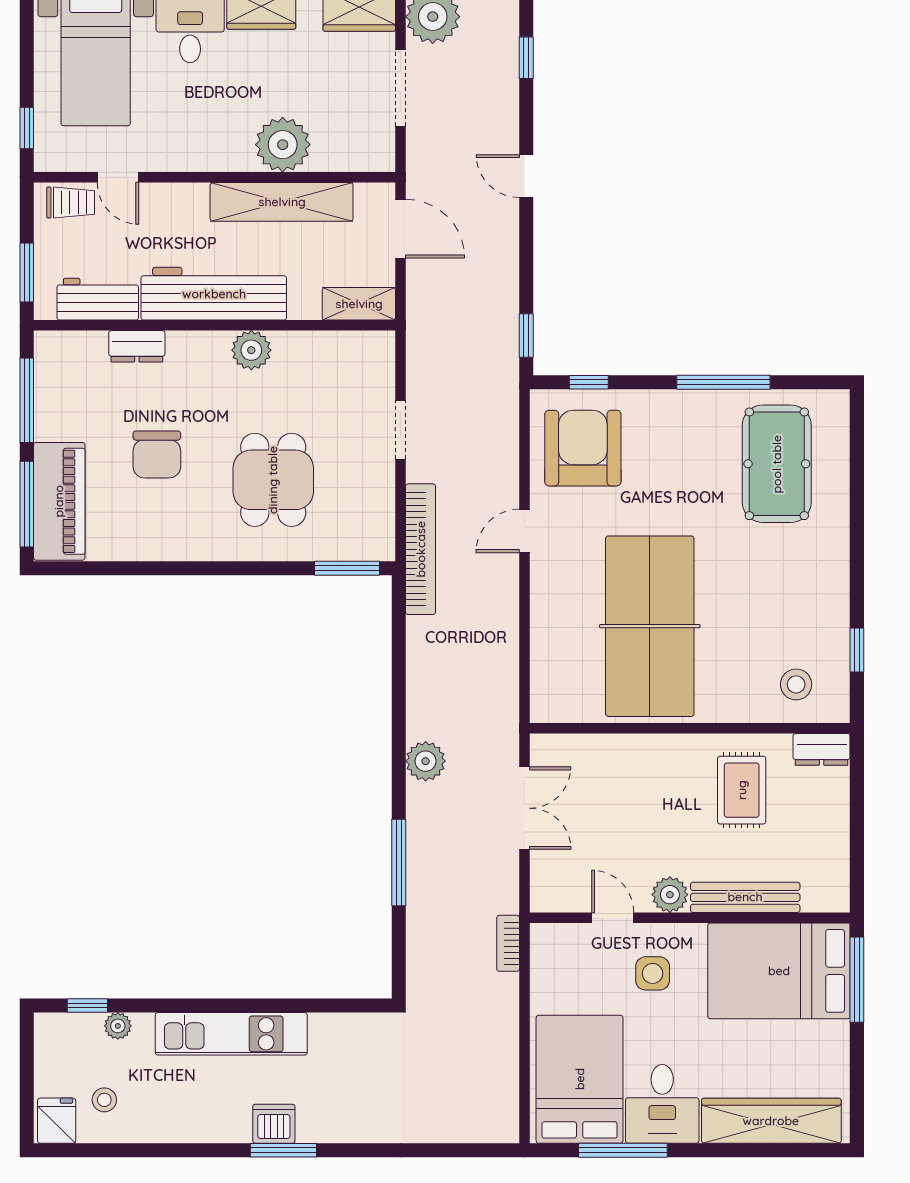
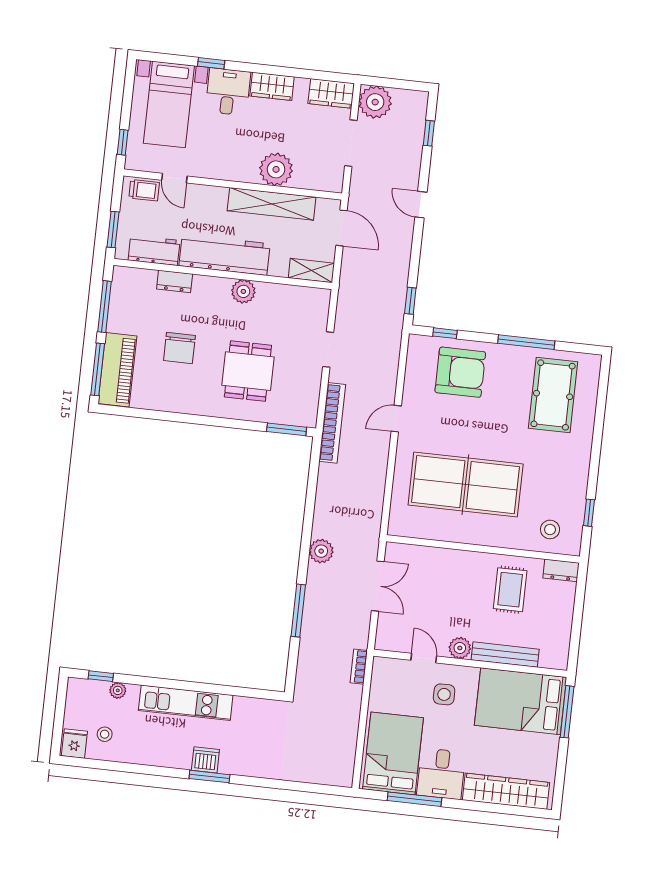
armchair: (583, 448) -> (460, 372), moved, turned 90
table tennis table: (650, 626) -> (466, 485), turned 90

